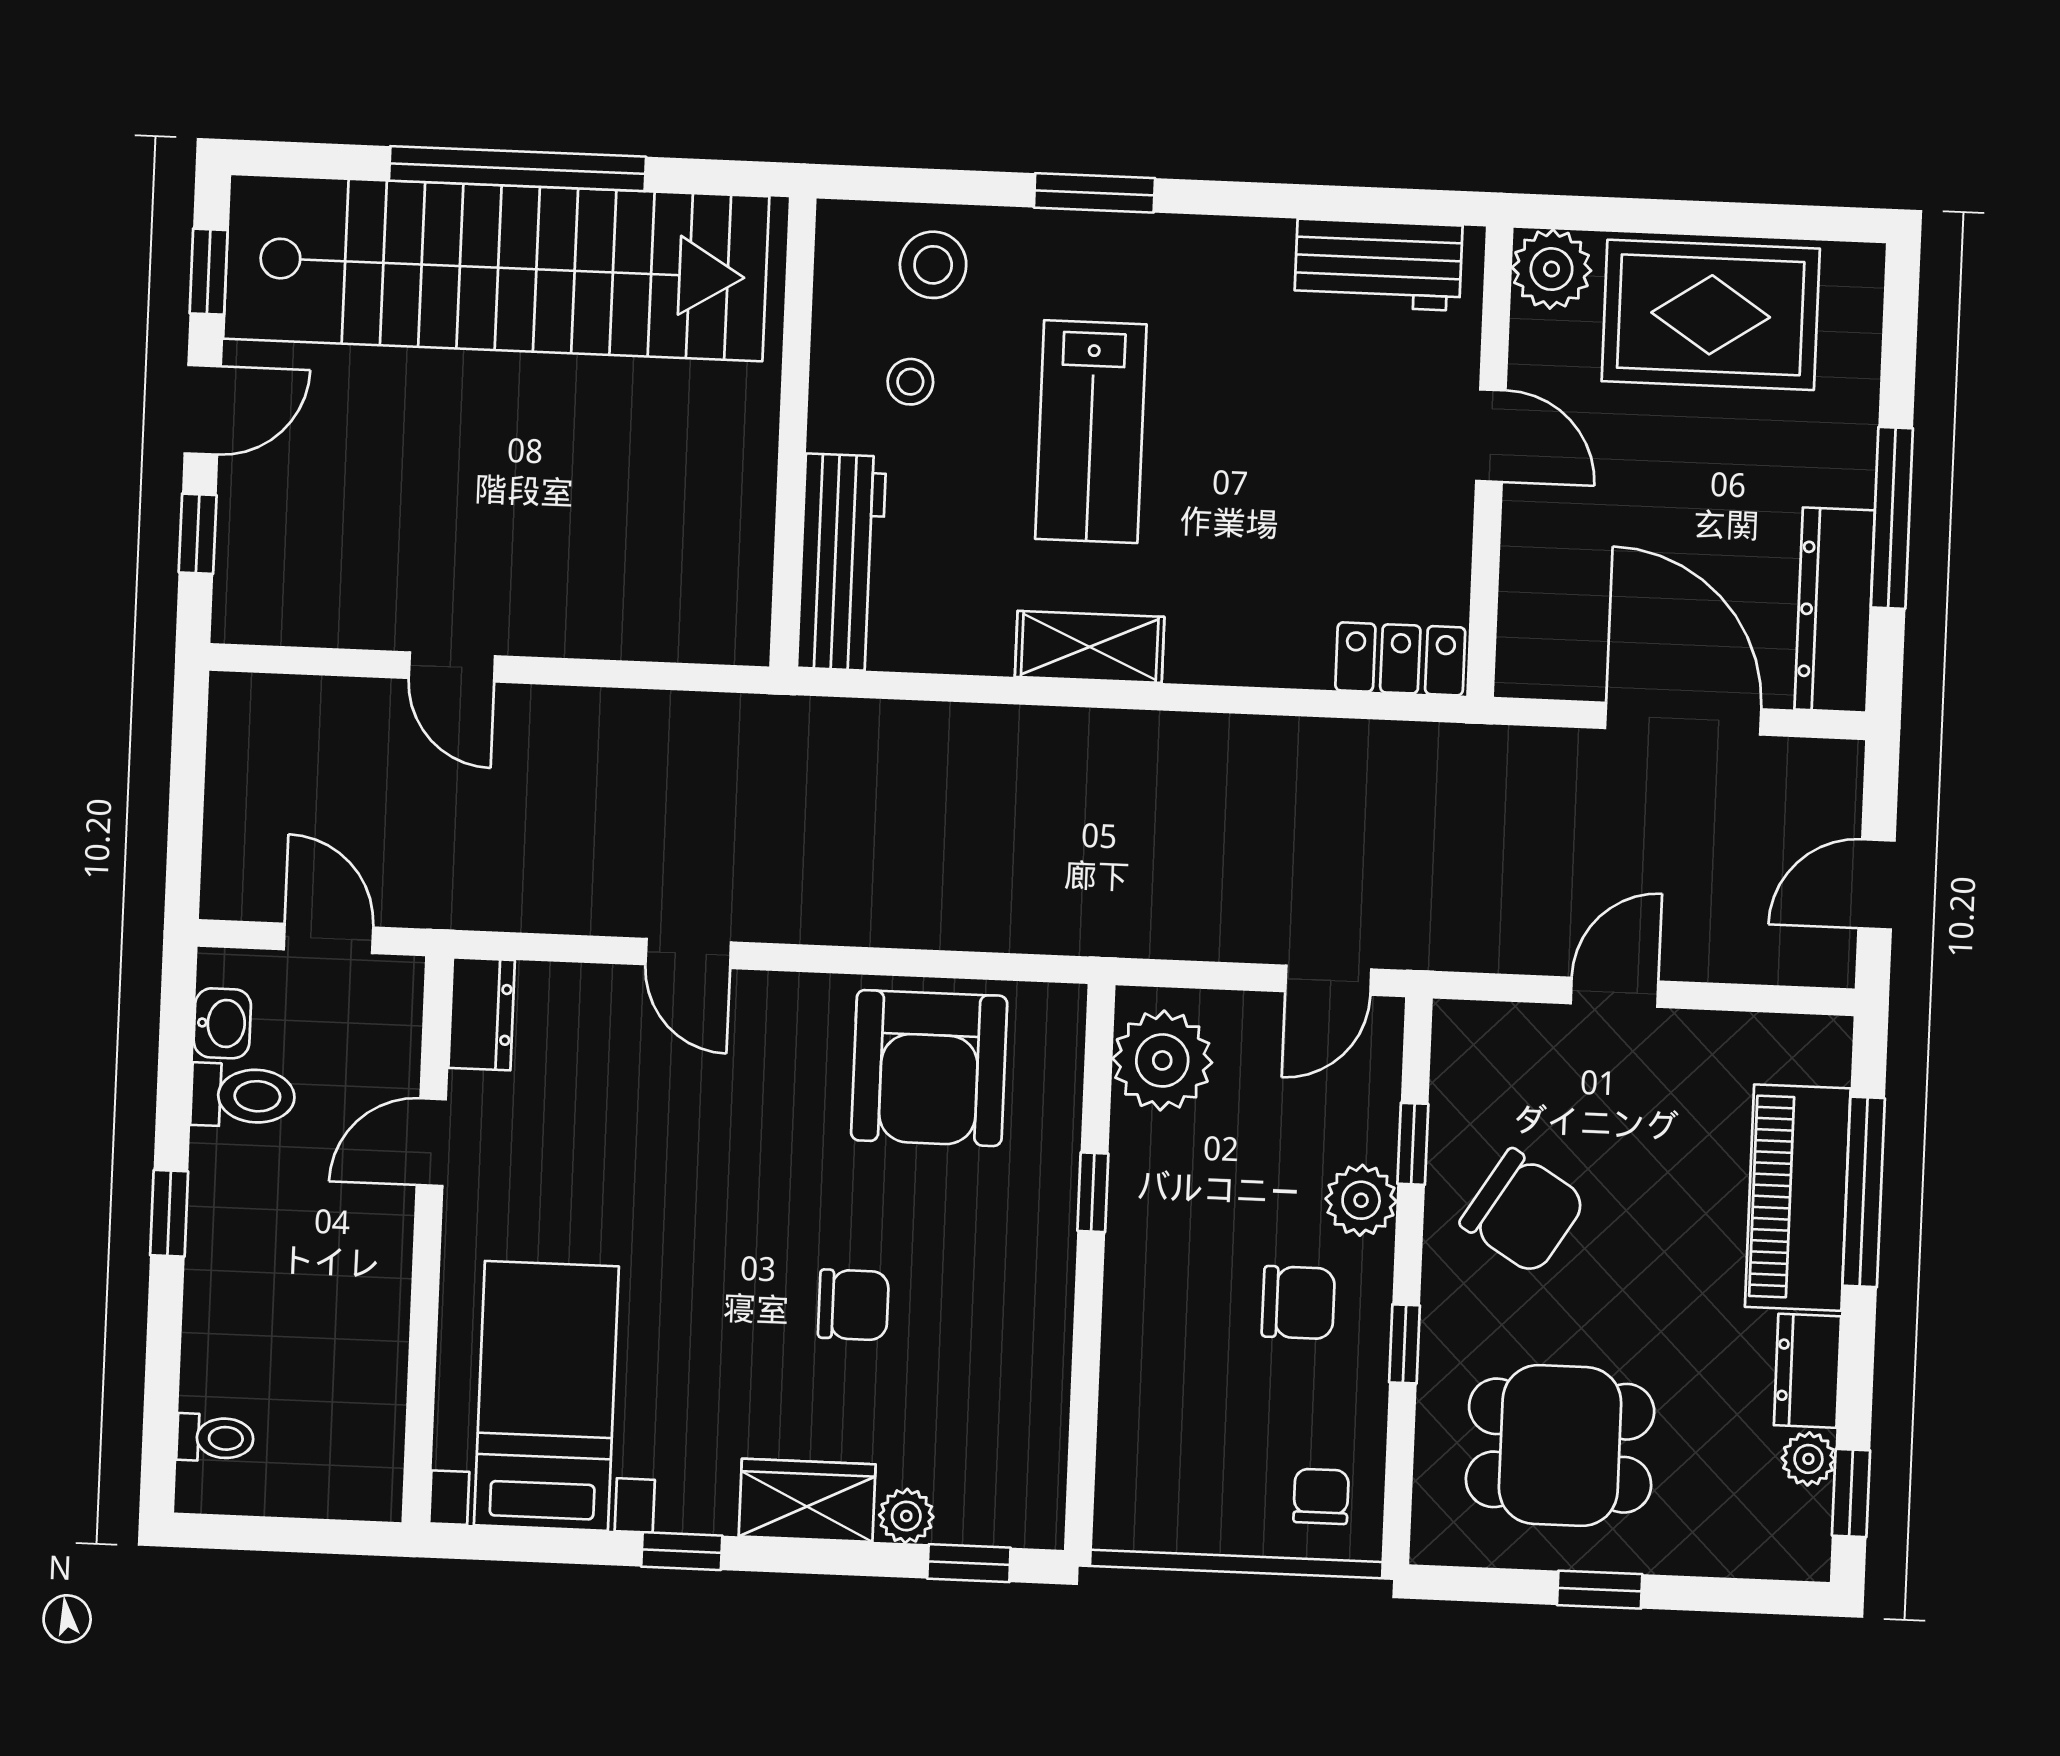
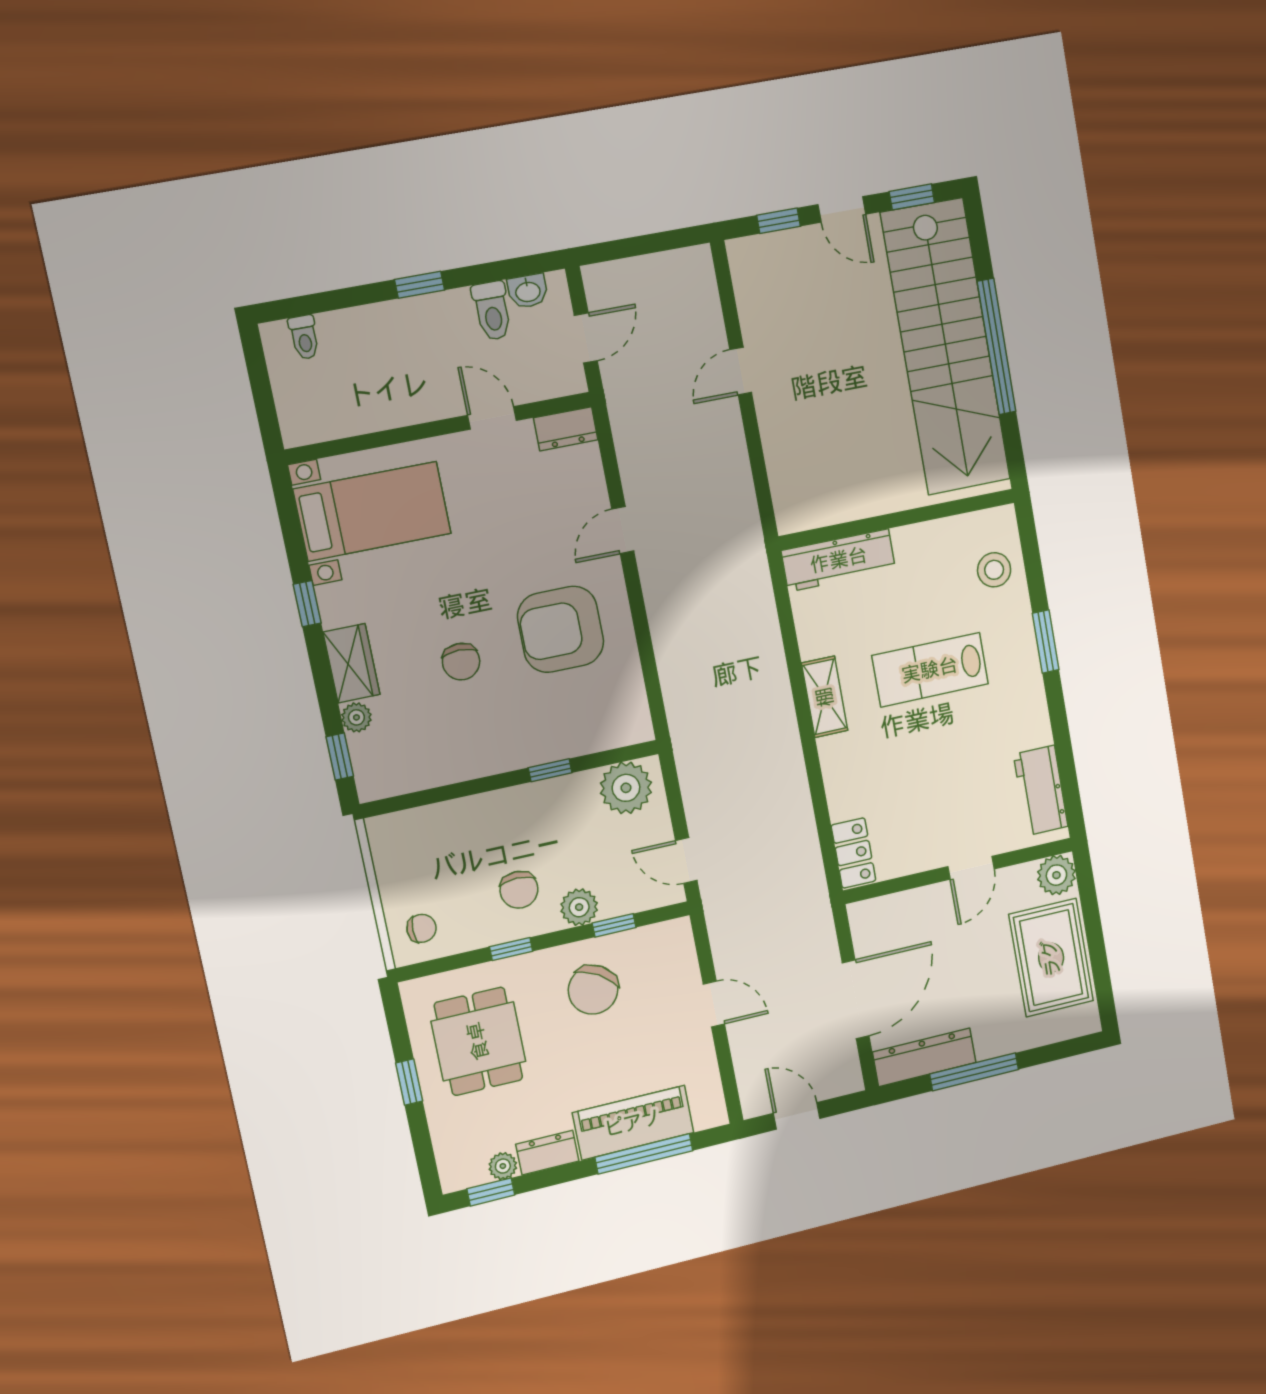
stool: (910, 382) -> (935, 573), removed
armchair: (929, 1068) -> (561, 629), moved

